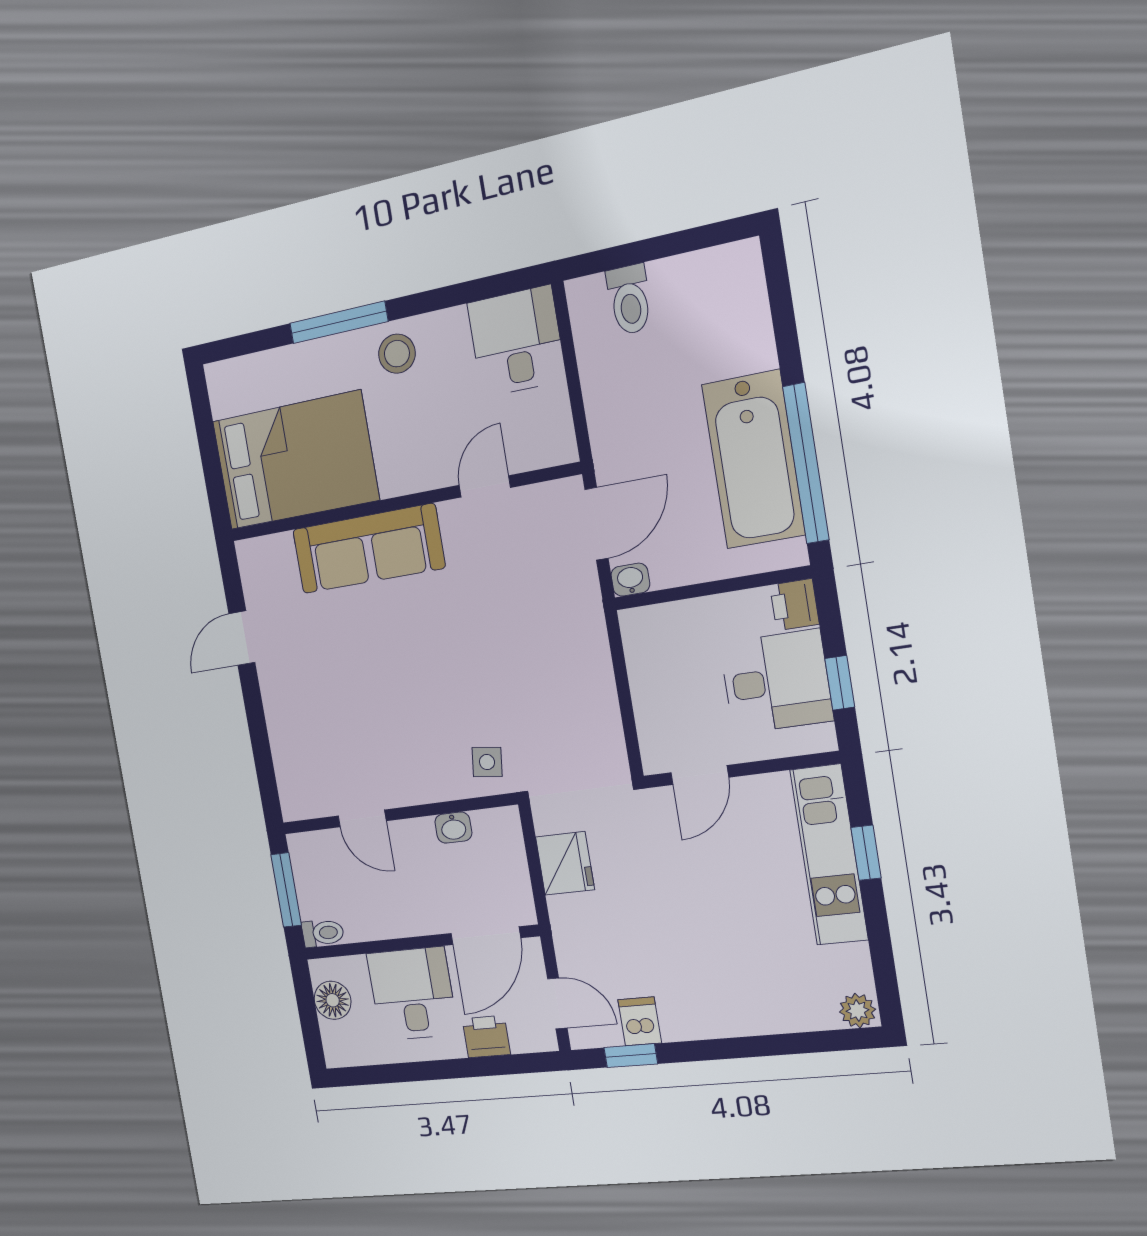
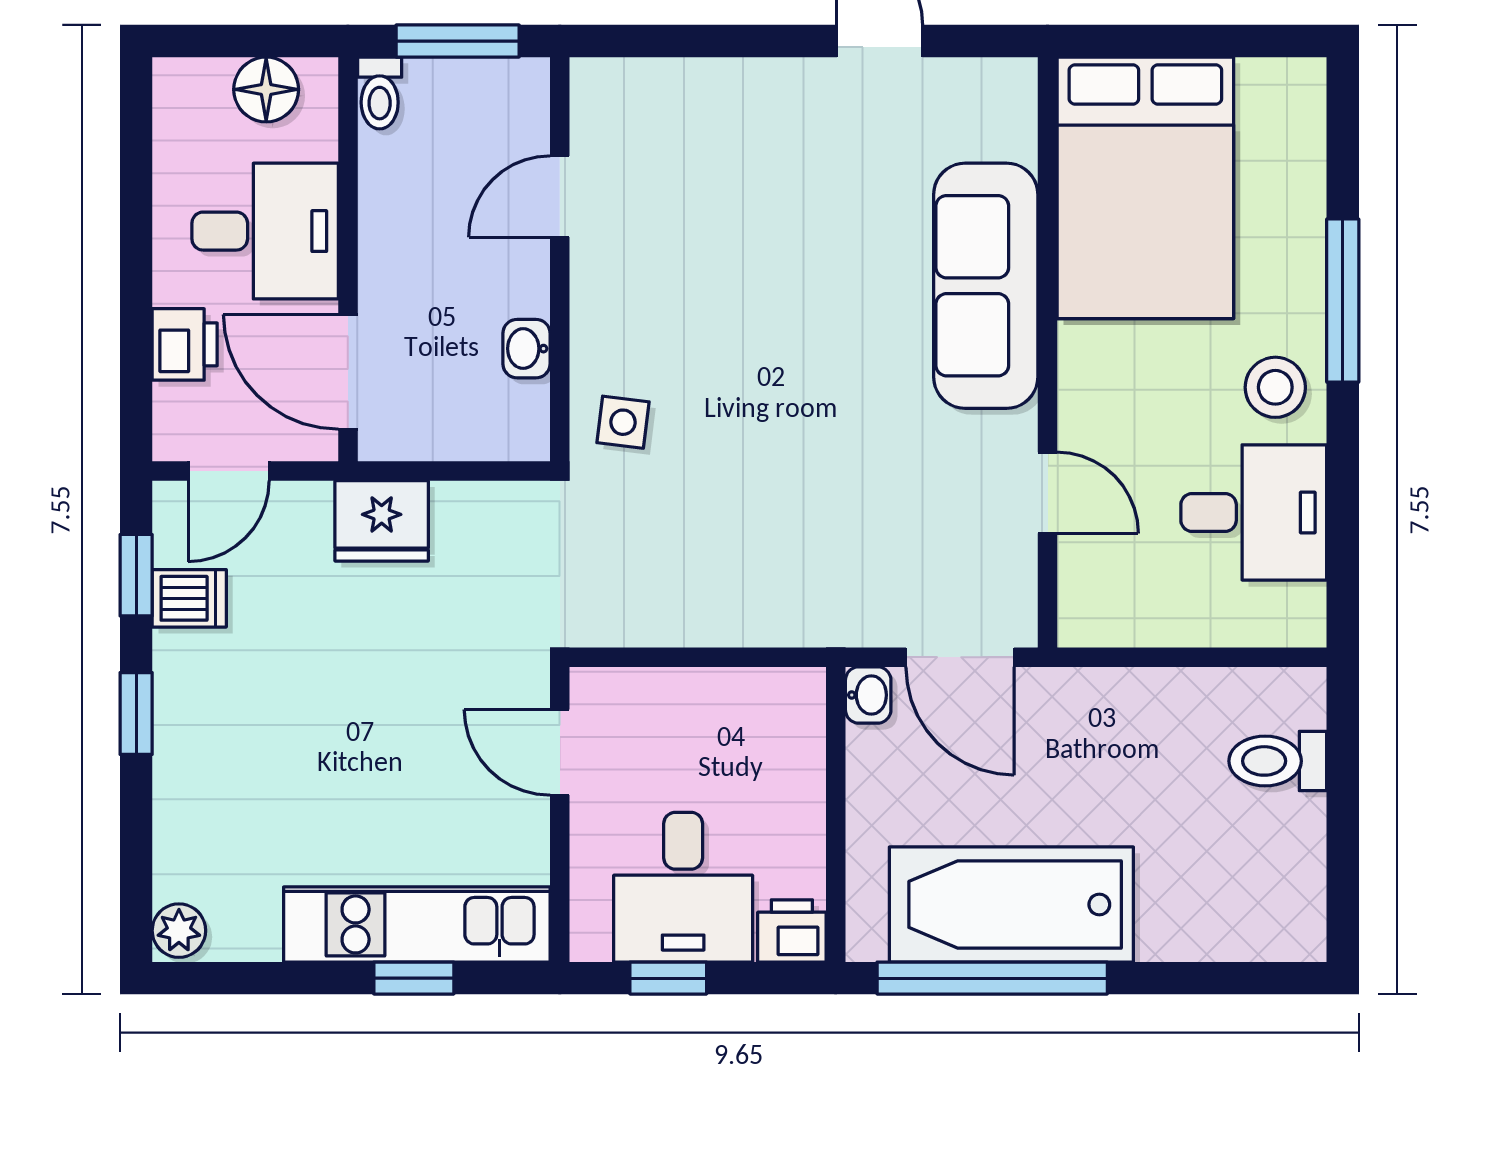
desk: (516, 341) -> (1254, 512), moved
fridge: (565, 863) -> (382, 521), moved
window: (718, 1049) -> (136, 714), added

